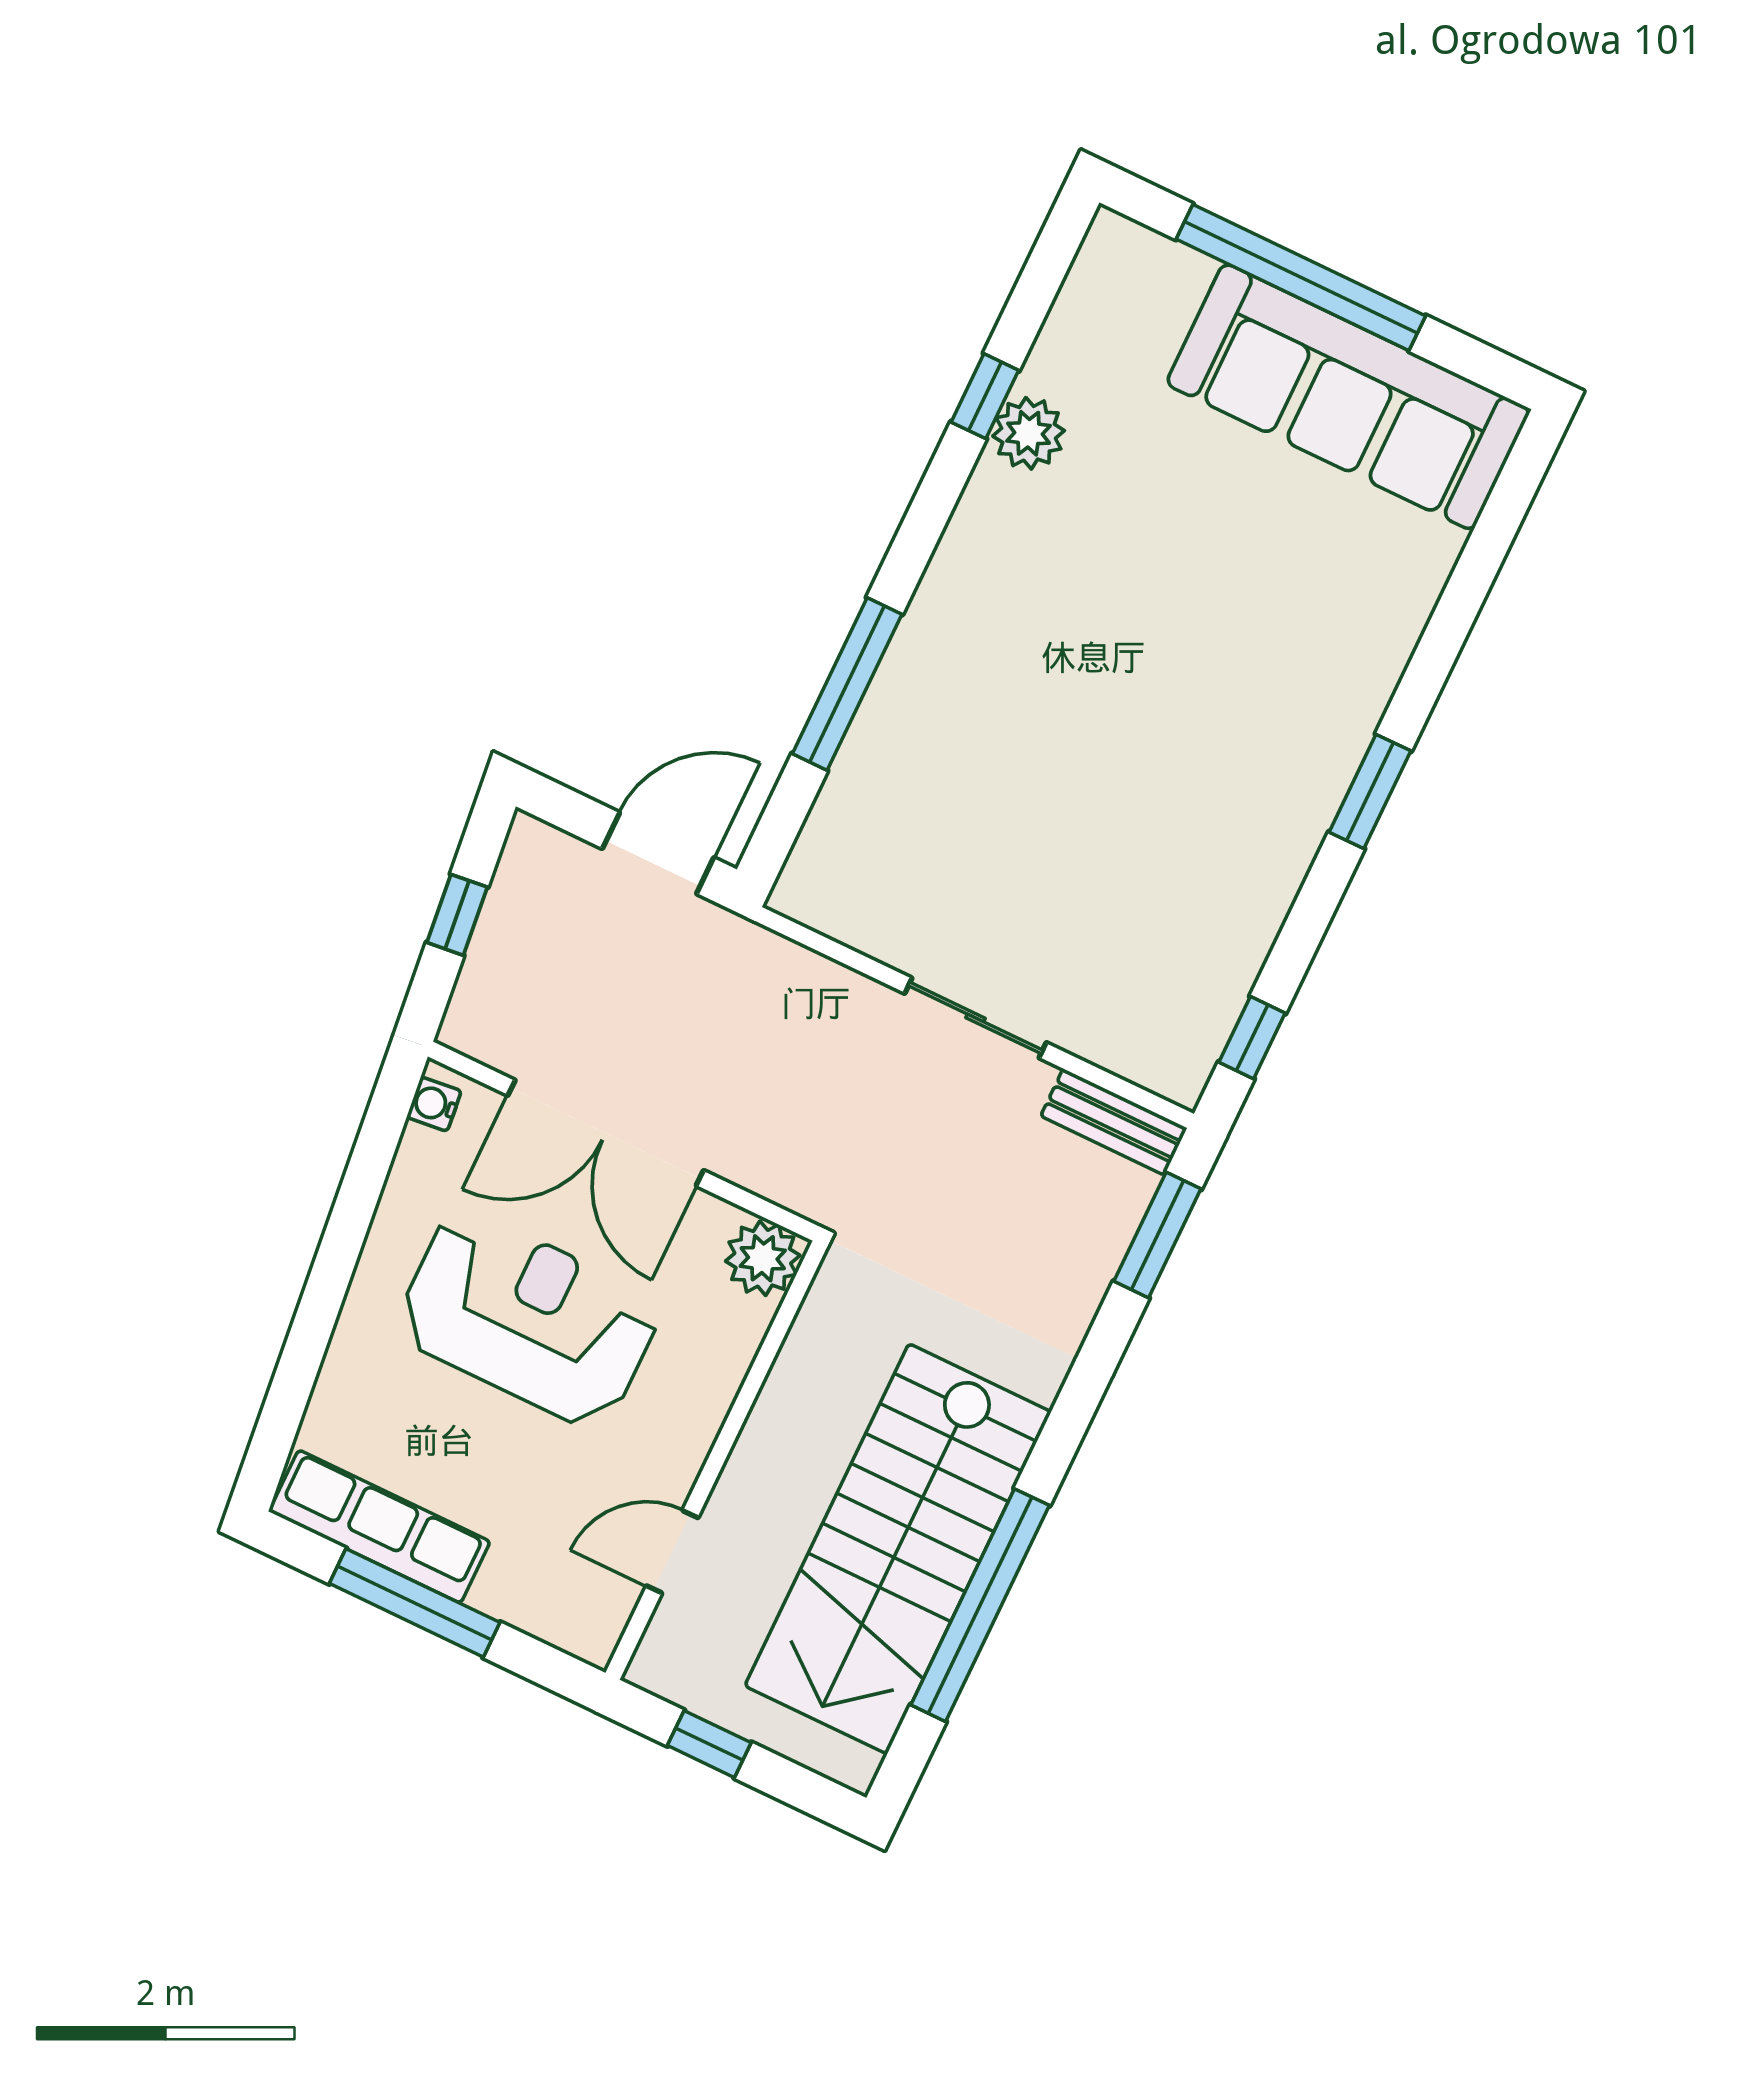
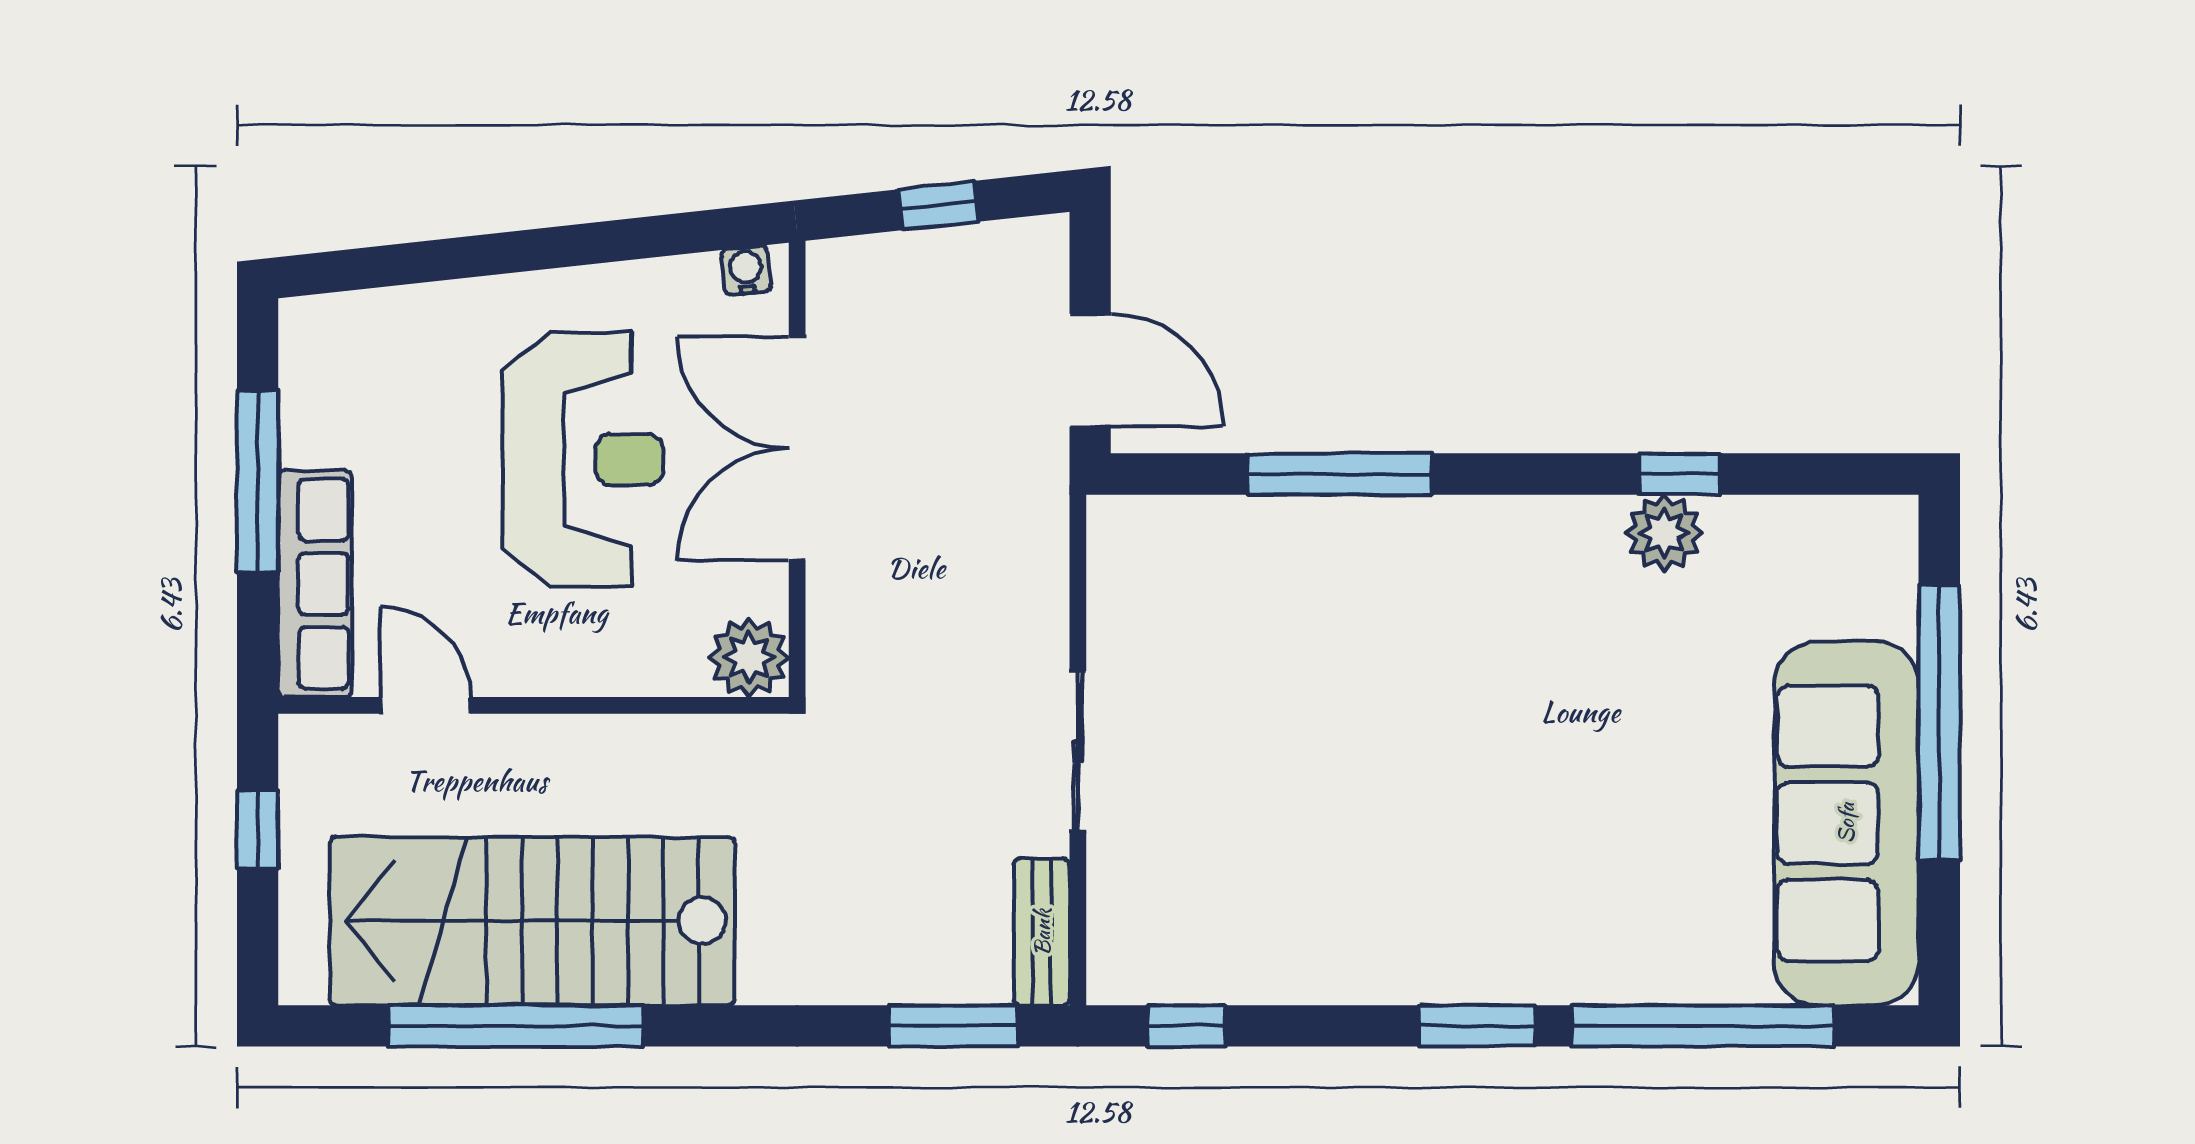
window: (1461, 601) -> (1703, 1026), added
row of seats: (380, 1527) -> (315, 584), moved

